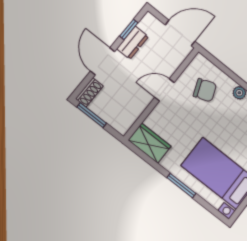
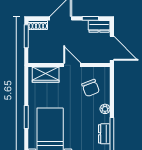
dresser: (133, 43) -> (99, 26), moved
wardrobe: (150, 143) -> (46, 75), moved, turned 90

